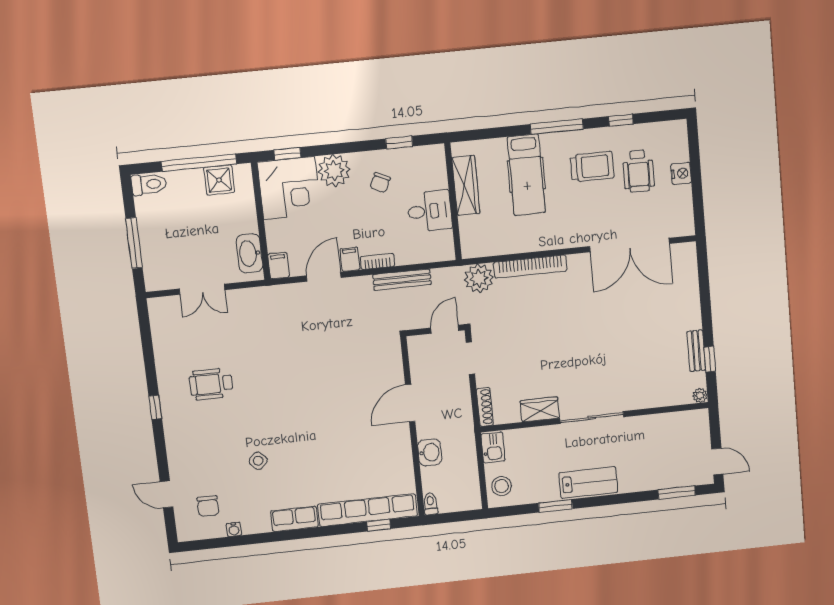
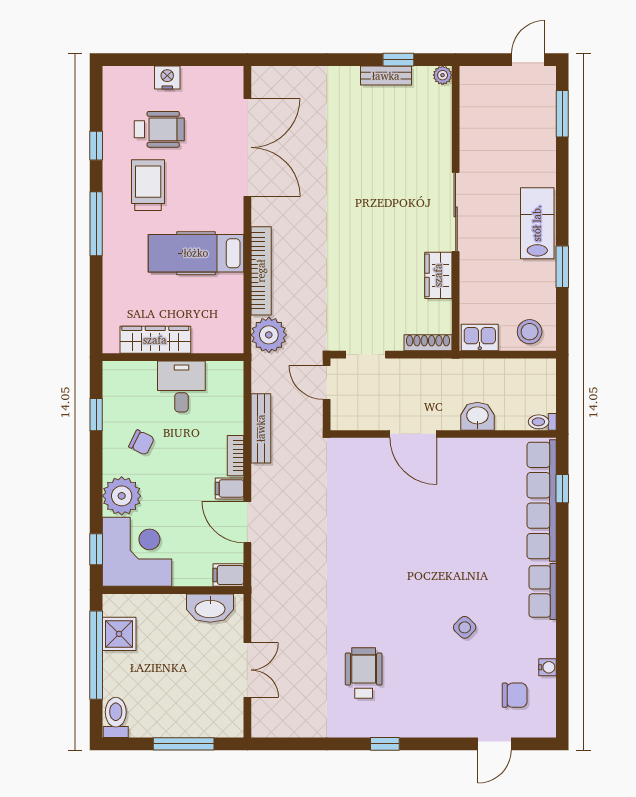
hospital bed: (526, 175) -> (196, 253), moved, turned 180
wheelchair: (211, 384) -> (364, 673), turned 180

